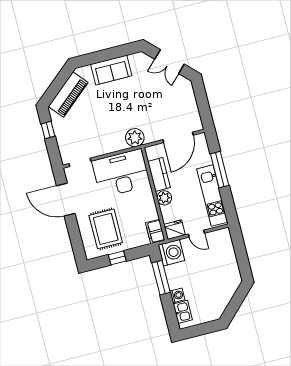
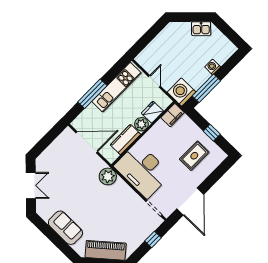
window: (48, 130) -> (153, 239), moved
rug: (106, 229) -> (194, 156), width x0.73, depth x0.70
fridge: (174, 230) -> (152, 112), moved, turned 90
kitchen sink: (183, 312) -> (201, 29), moved, turned -135

